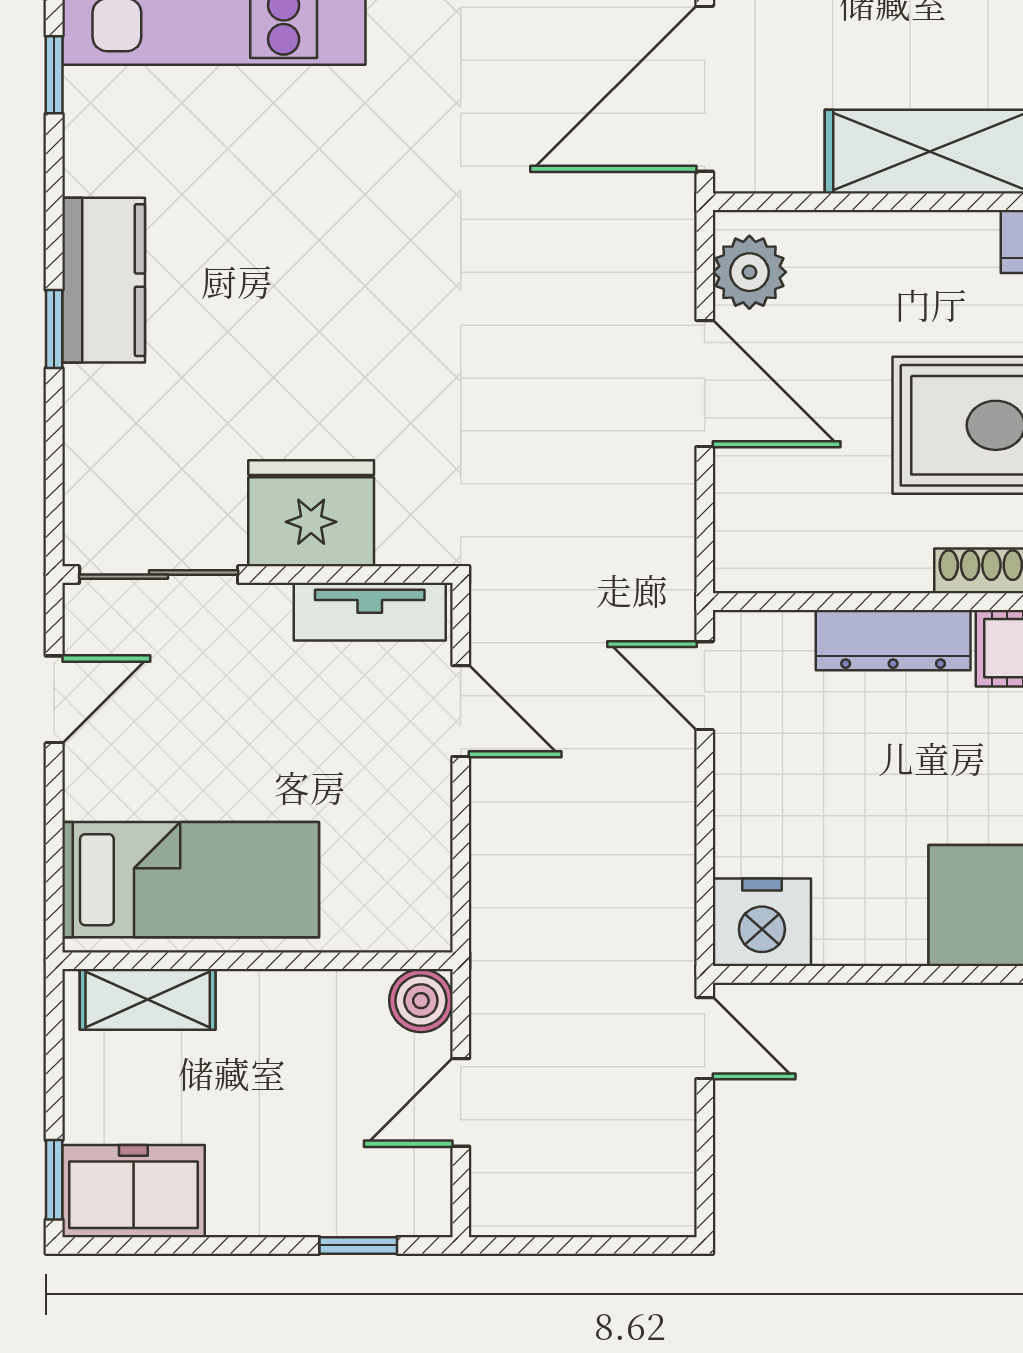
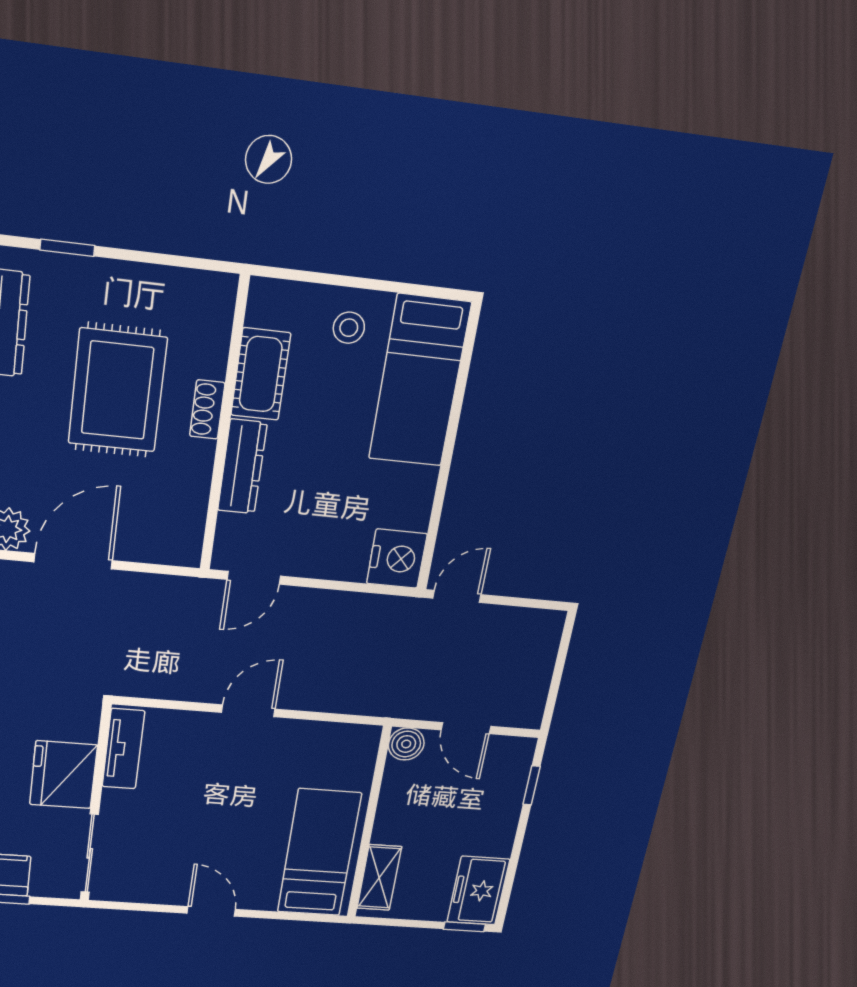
fridge: (311, 513) -> (63, 775), moved
sliding door: (159, 575) -> (90, 853), moved
wall: (257, 575) -> (95, 804), moved
tv unit: (370, 612) -> (123, 749), moved

